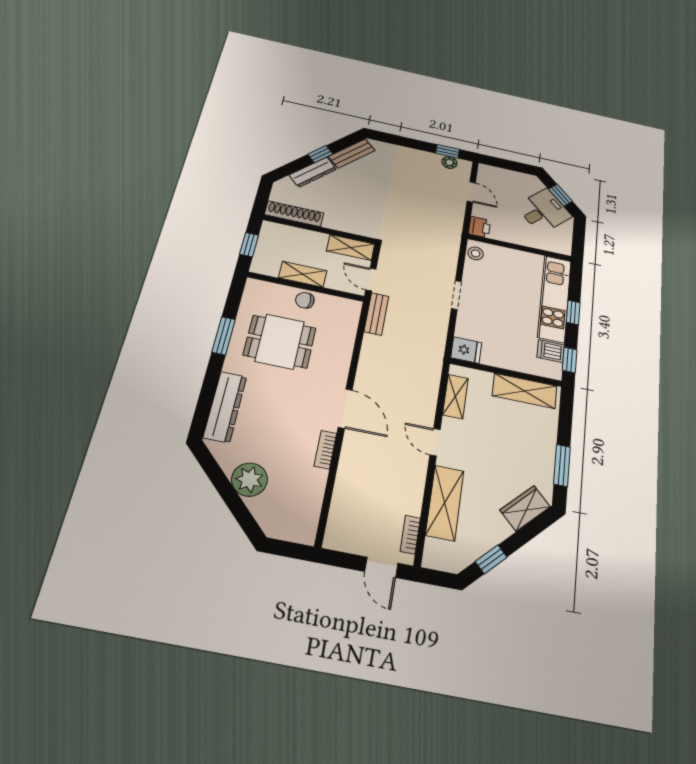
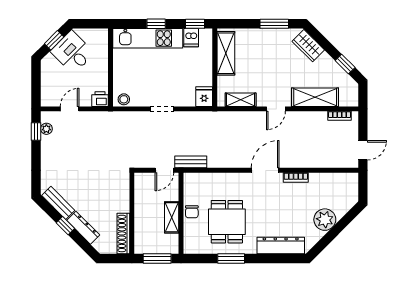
window: (249, 245) -> (157, 258), width x1.50
shelving: (351, 247) -> (142, 189), removed
door: (381, 567) -> (363, 150), moved

